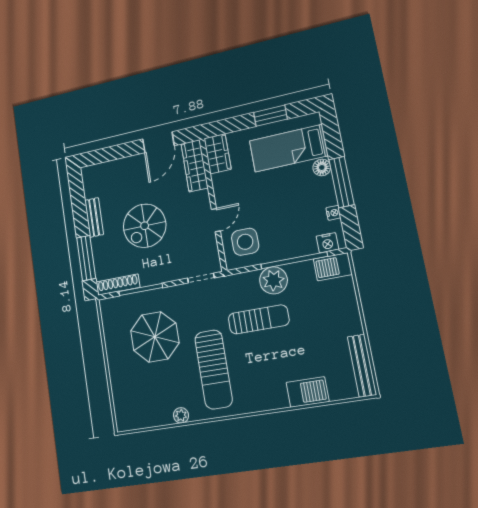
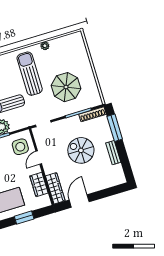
window: (270, 116) -> (24, 218), moved
wardrobe: (217, 154) -> (39, 185), moved
spiral stairs: (145, 226) -> (81, 150), turned -90

